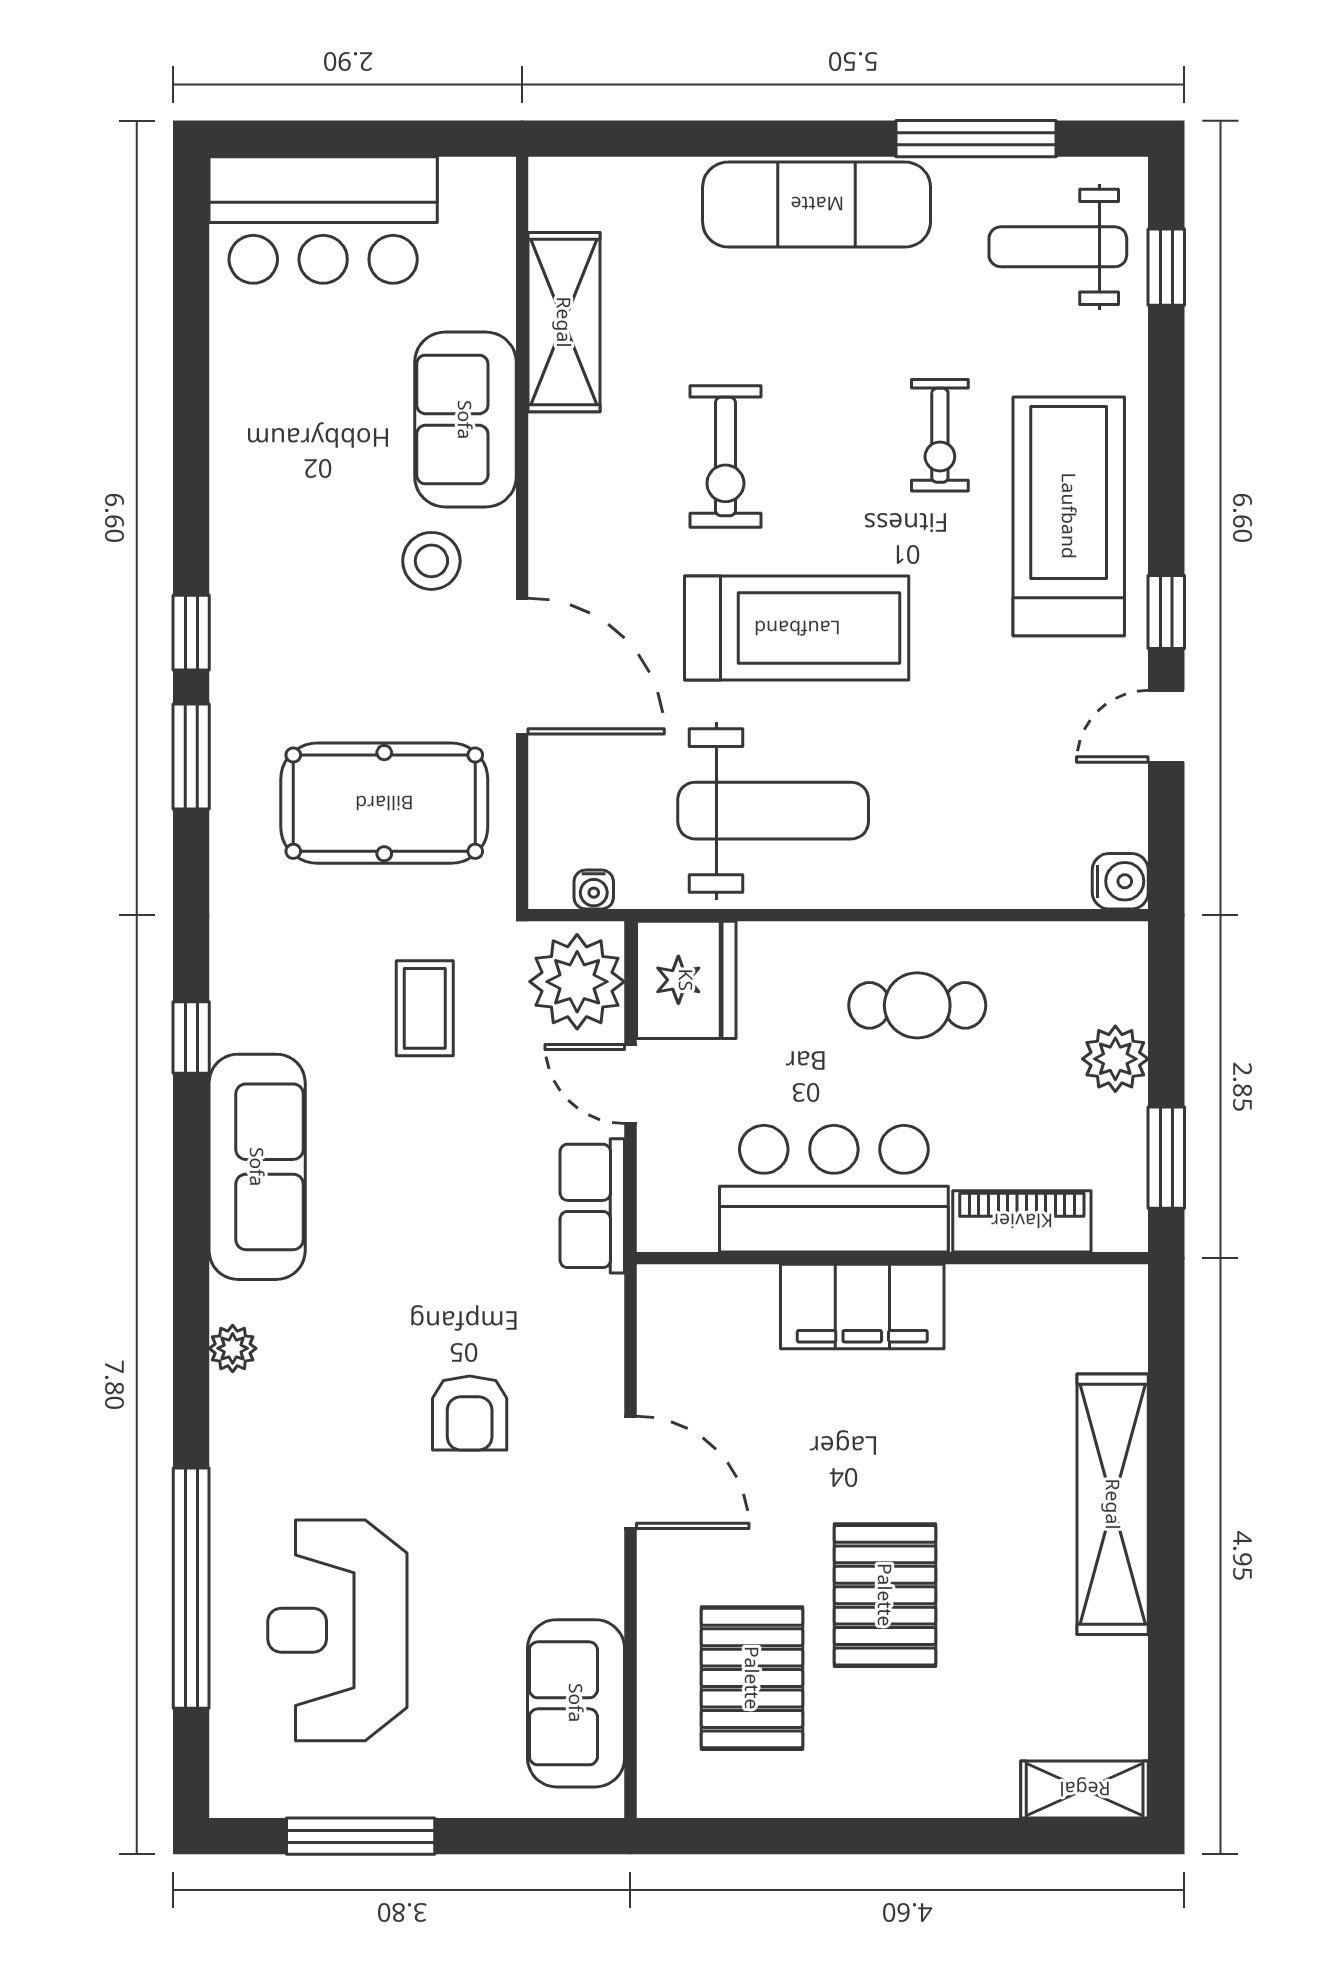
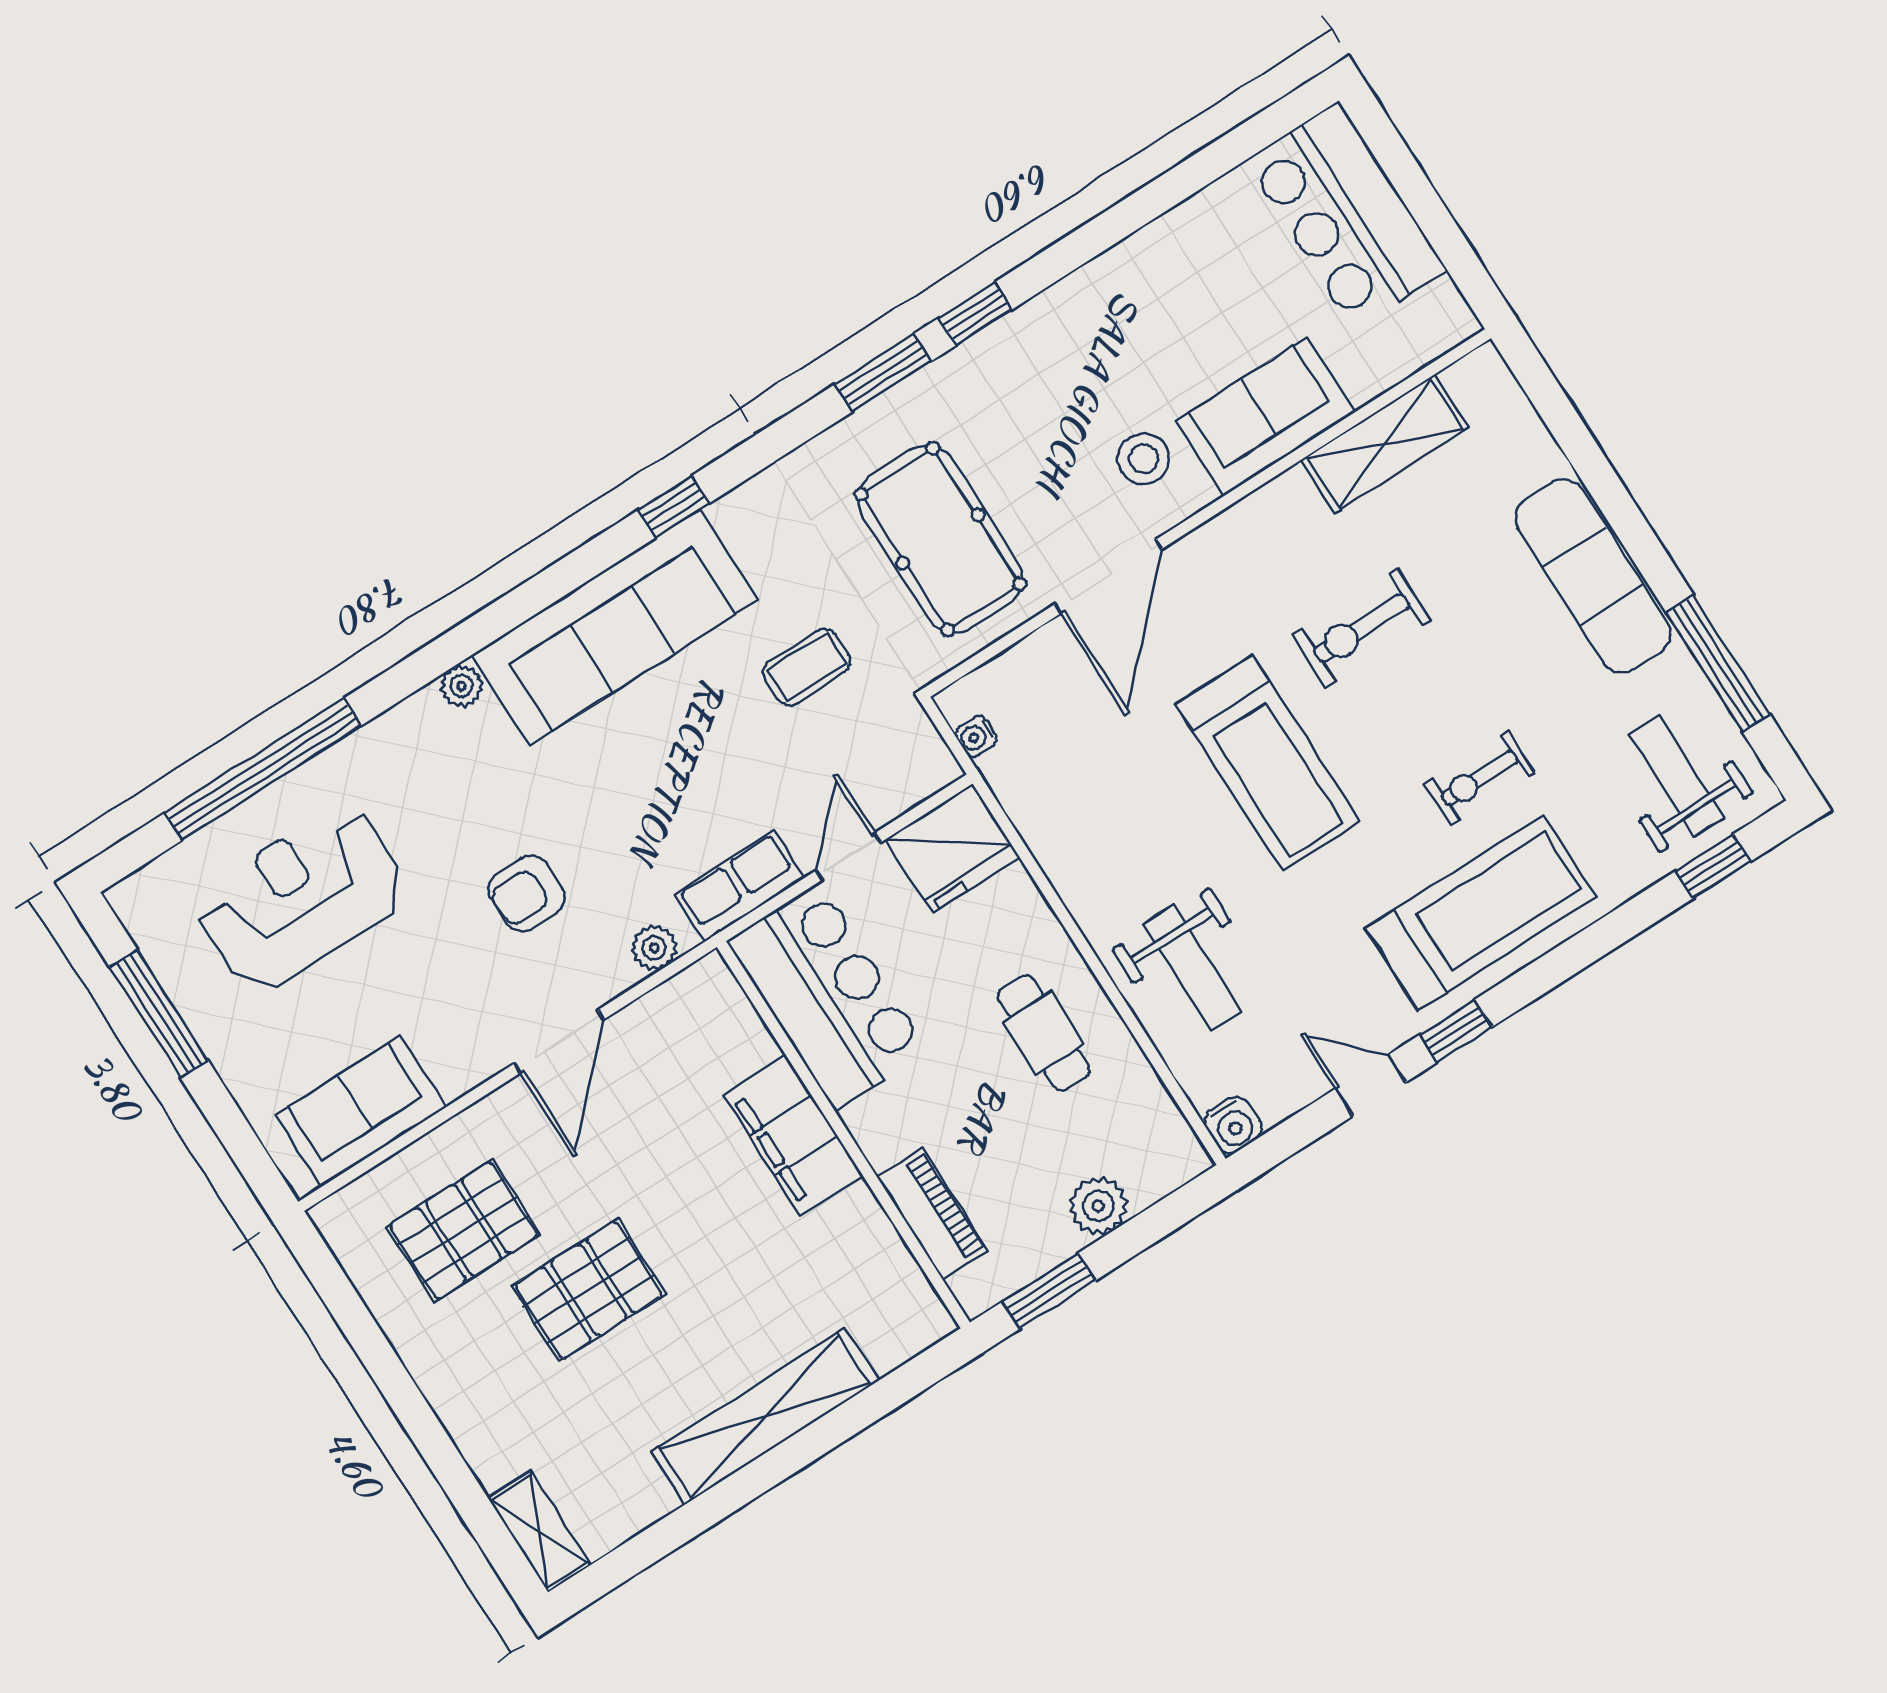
weight bench: (773, 811) -> (1192, 968), moved, width x0.73, depth x0.75
plant: (577, 982) -> (654, 948), moved, width x0.53, depth x0.53
sofa: (257, 1167) -> (615, 627), width x1.36, depth x1.27
bar counter: (834, 1189) -> (828, 996), moved

